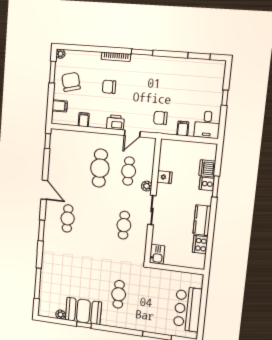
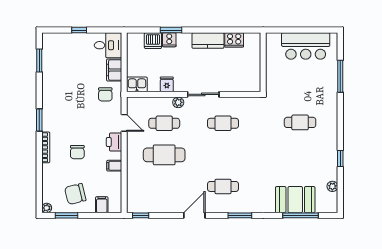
filing cabinet: (84, 120) -> (114, 166), moved
filing cabinet: (183, 128) -> (114, 70), width x2.00
kitchen sink: (157, 254) -> (137, 84), moved
booth: (83, 311) -> (295, 200), moved, turned 90

